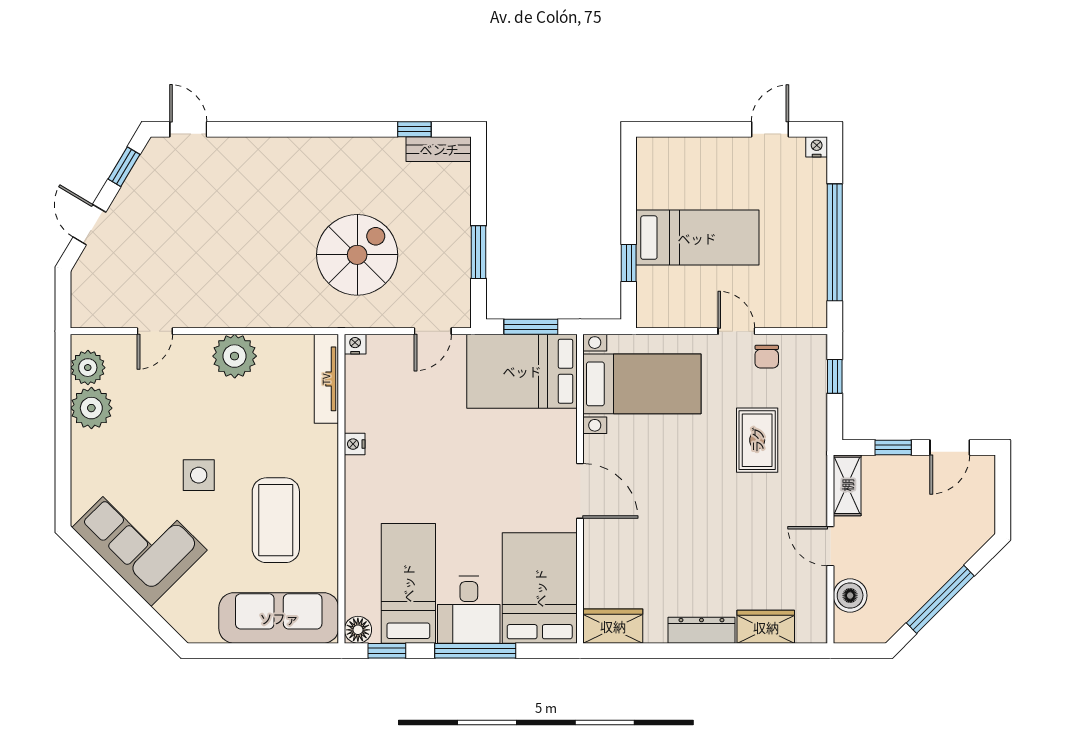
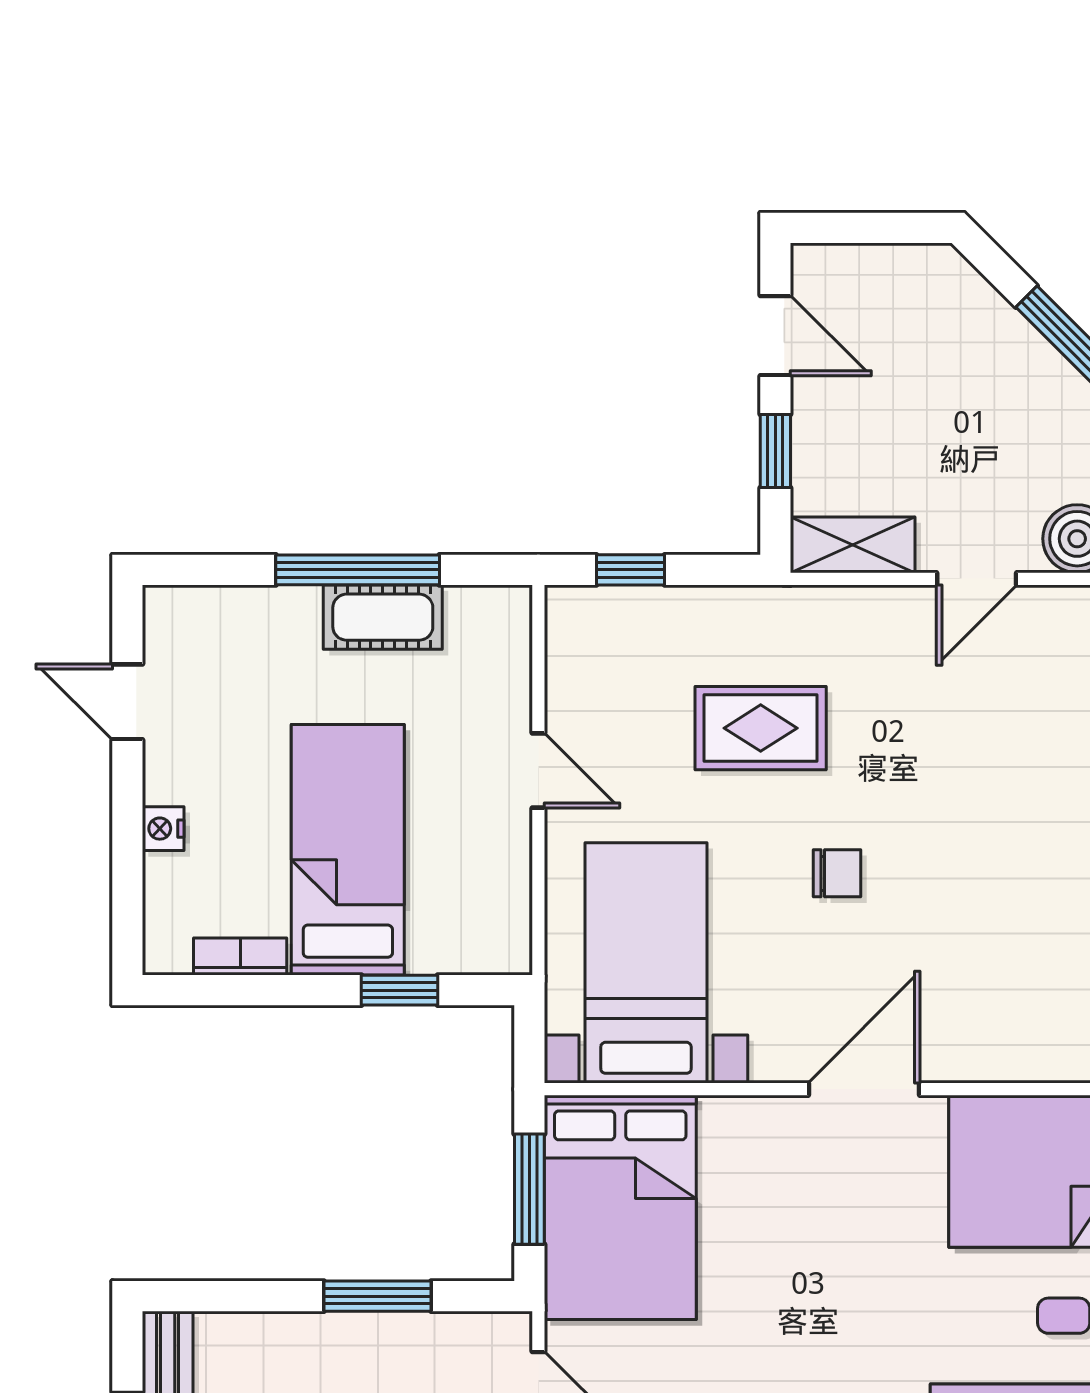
nightstand: (817, 147) -> (163, 829), moved
bookcase: (645, 185) -> (240, 956), added
window: (835, 242) -> (358, 570), width x0.68
cot: (812, 255) -> (383, 617), added
door: (736, 331) -> (538, 771), swing flipped
chair: (767, 357) -> (837, 873), moved

